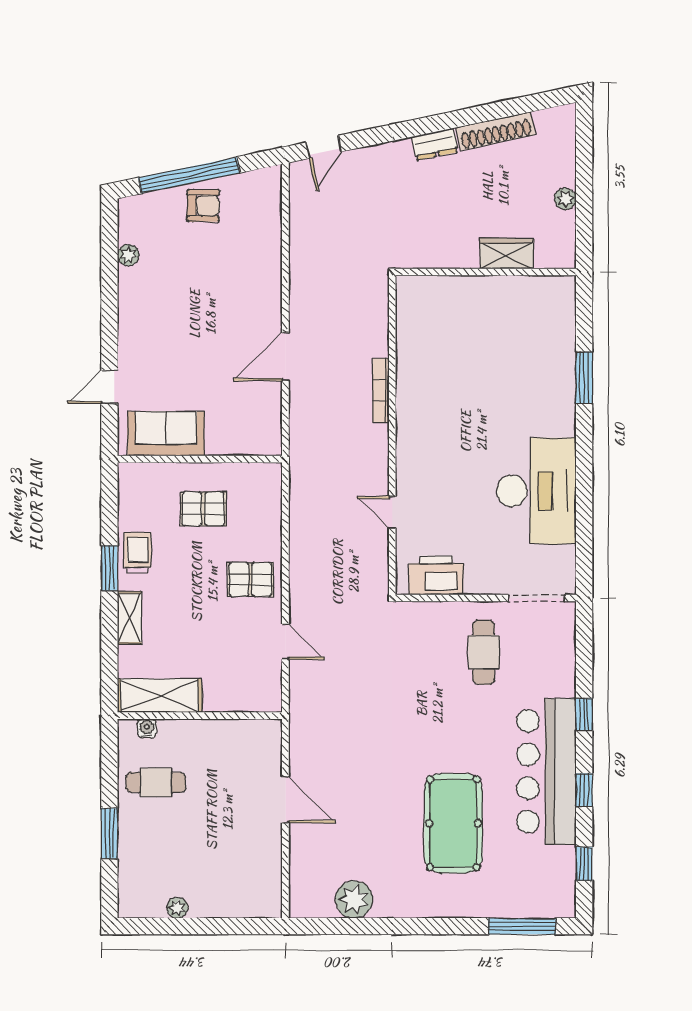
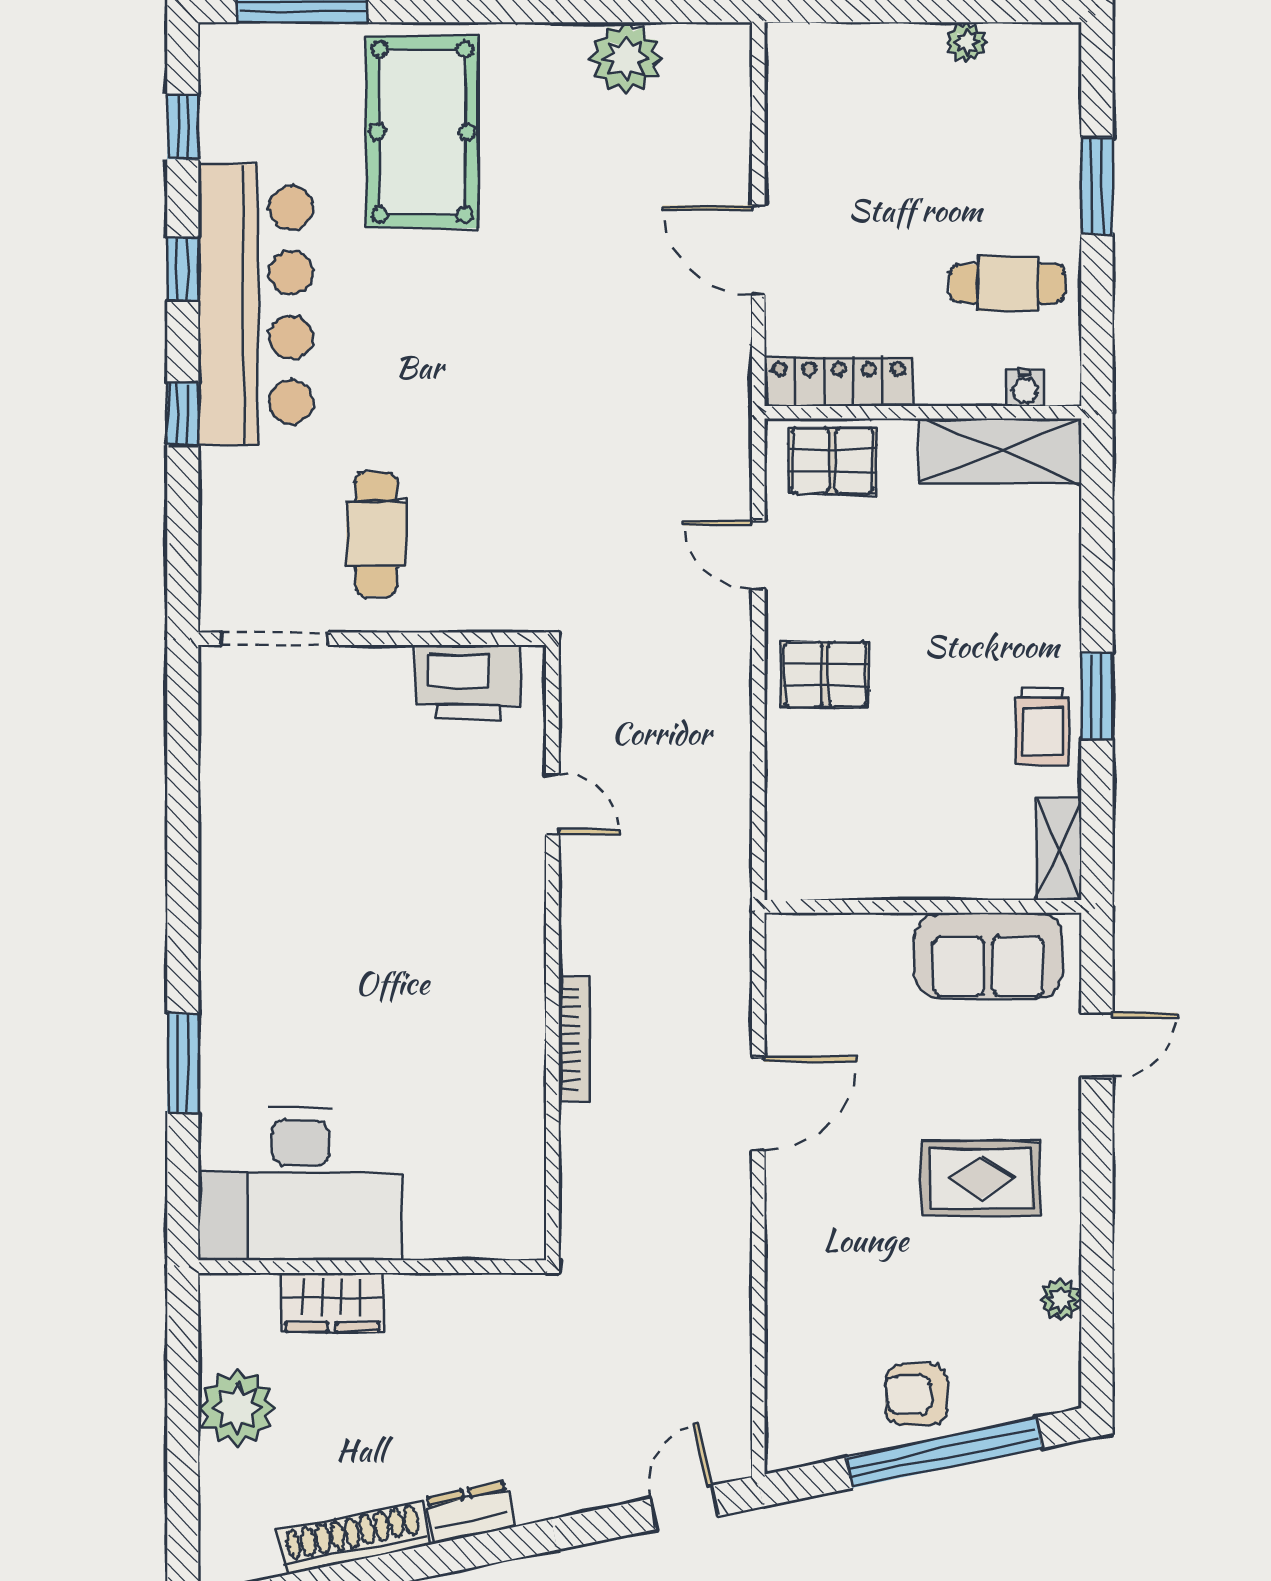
plant: (565, 199) -> (237, 1407), width x1.88, depth x1.88
rug: (170, 318) -> (980, 1178), added
desk: (536, 491) -> (300, 1184), moved, turned -90
pallet: (203, 509) -> (832, 461), moved
shelving: (129, 618) -> (1059, 849), moved
locker: (243, 732) -> (839, 381), added
pool table: (453, 823) -> (422, 132), moved

